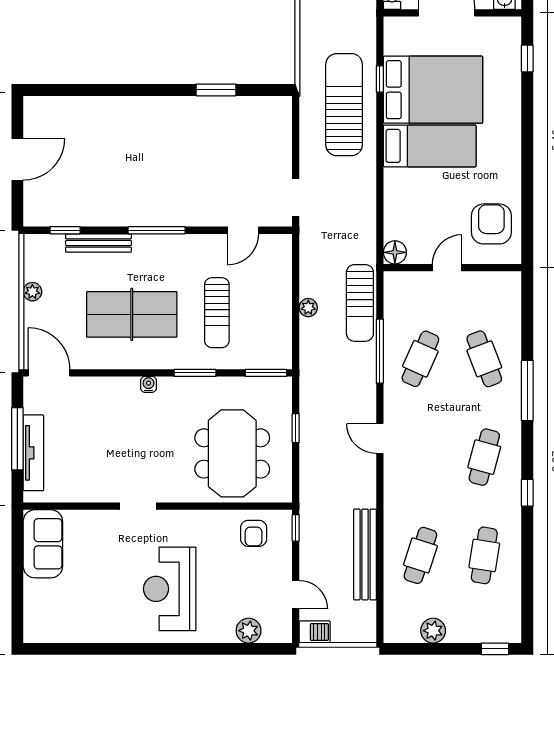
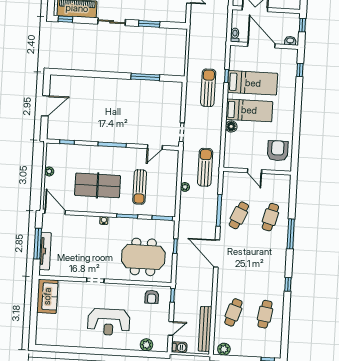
window: (216, 90) -> (145, 77), width x1.44
bed: (433, 90) -> (253, 83), width x0.67
sun lounger: (344, 105) -> (208, 88), width x0.73, depth x0.75
bench: (98, 243) -> (83, 149), removed
floor lamp: (395, 252) -> (231, 126), moved
door: (447, 268) -> (255, 171), swing flipped
sun lounger: (360, 303) -> (205, 167), moved, turned 180
cafe table: (484, 359) -> (270, 217), turned 36
door: (380, 438) -> (217, 254), width x1.87
meeting table: (232, 453) -> (143, 257), turned 90
cafe table: (484, 457) -> (268, 266), removed
bench: (365, 554) -> (205, 329), moved
reception desk: (170, 589) -> (109, 322), turned -90
door: (296, 595) -> (171, 328), hinge flipped
plant: (433, 631) -> (224, 349), moved

